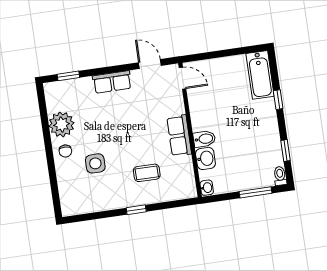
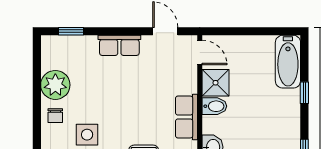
shower: (200, 102) -> (216, 83), added
bidet: (204, 139) -> (214, 106), moved

